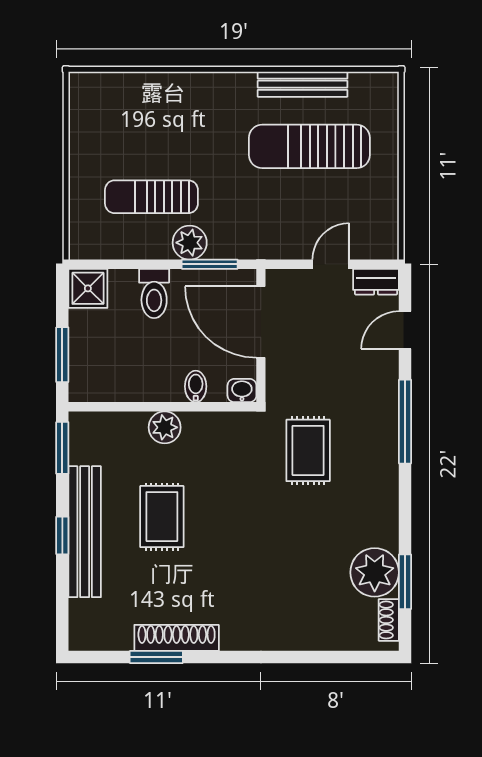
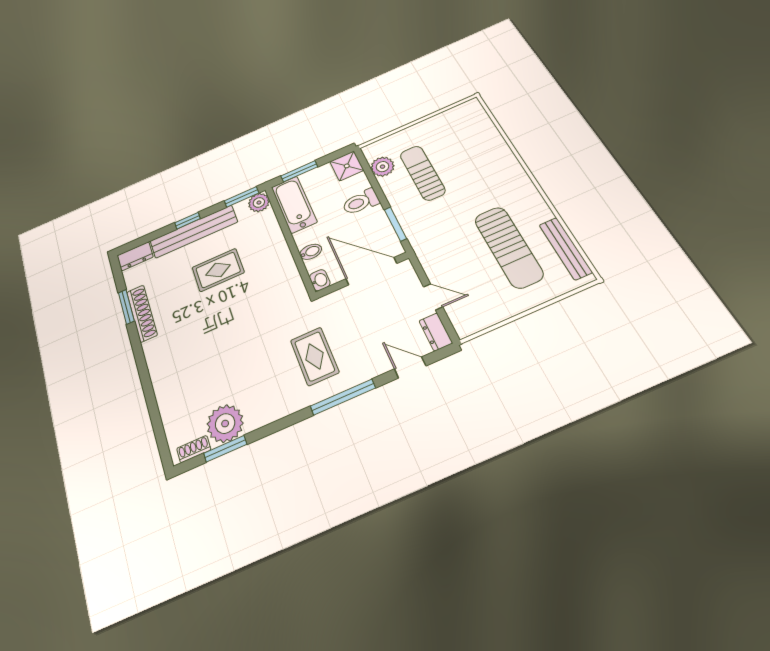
bench: (302, 84) -> (565, 248), moved
sun lounger: (309, 146) -> (508, 247), turned 180
plant: (190, 243) -> (383, 167), moved
door: (261, 322) -> (371, 271), hinge flipped
bathtub: (112, 382) -> (294, 204), added
plant: (165, 427) -> (259, 203), moved
rug: (308, 450) -> (315, 356), moved, turned 90
dresser: (83, 625) -> (135, 256), added

